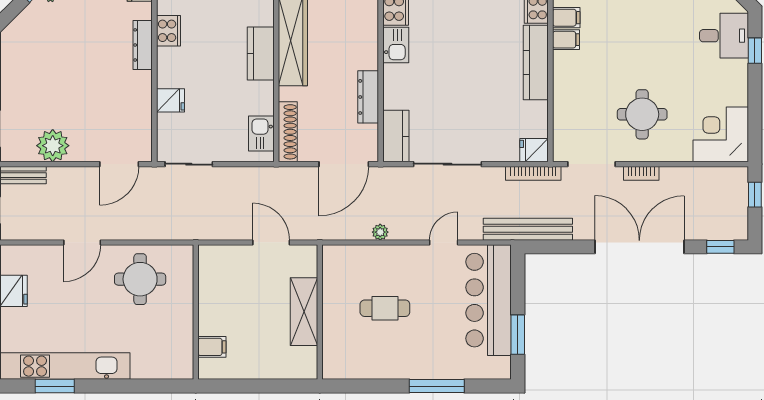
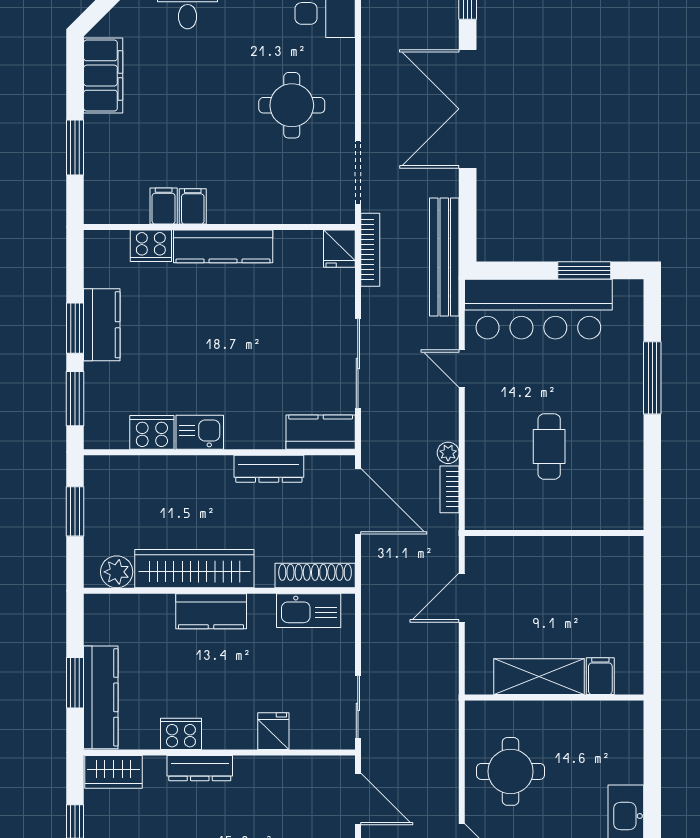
kitchen sink: (261, 134) -> (309, 611), width x1.38
bookcase: (641, 173) -> (450, 489), moved, turned 180
shelving: (304, 312) -> (539, 677), moved

